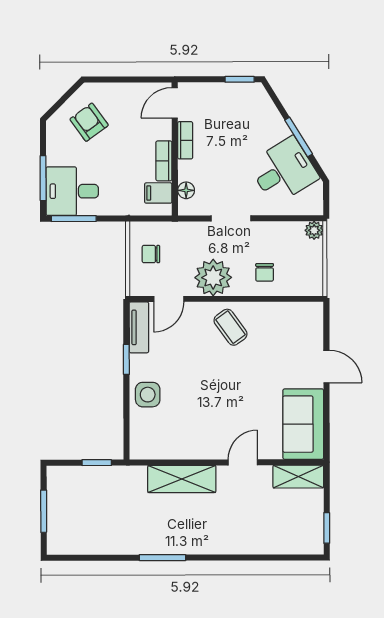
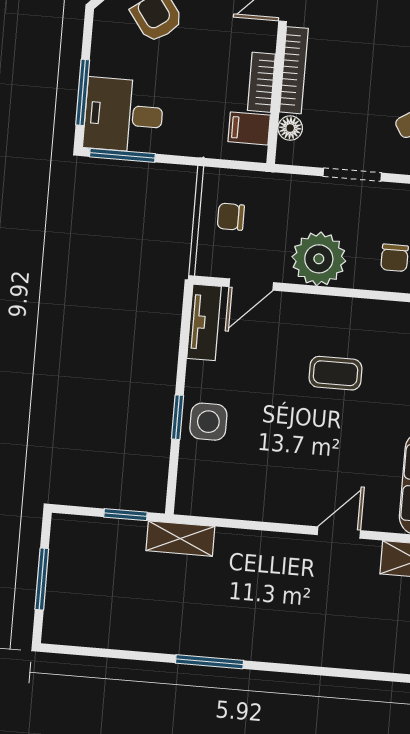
bookcase: (185, 140) -> (294, 70), width x1.56
coffee table: (230, 327) -> (335, 373), moved, turned -54
window: (126, 359) -> (177, 417), moved
shelving: (182, 479) -> (180, 539), moved, width x0.67, depth x0.75

